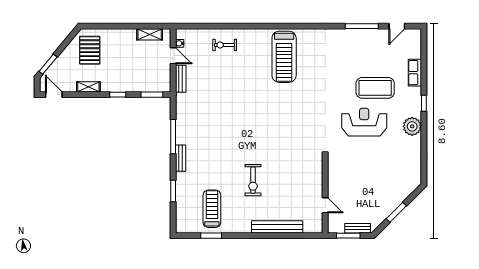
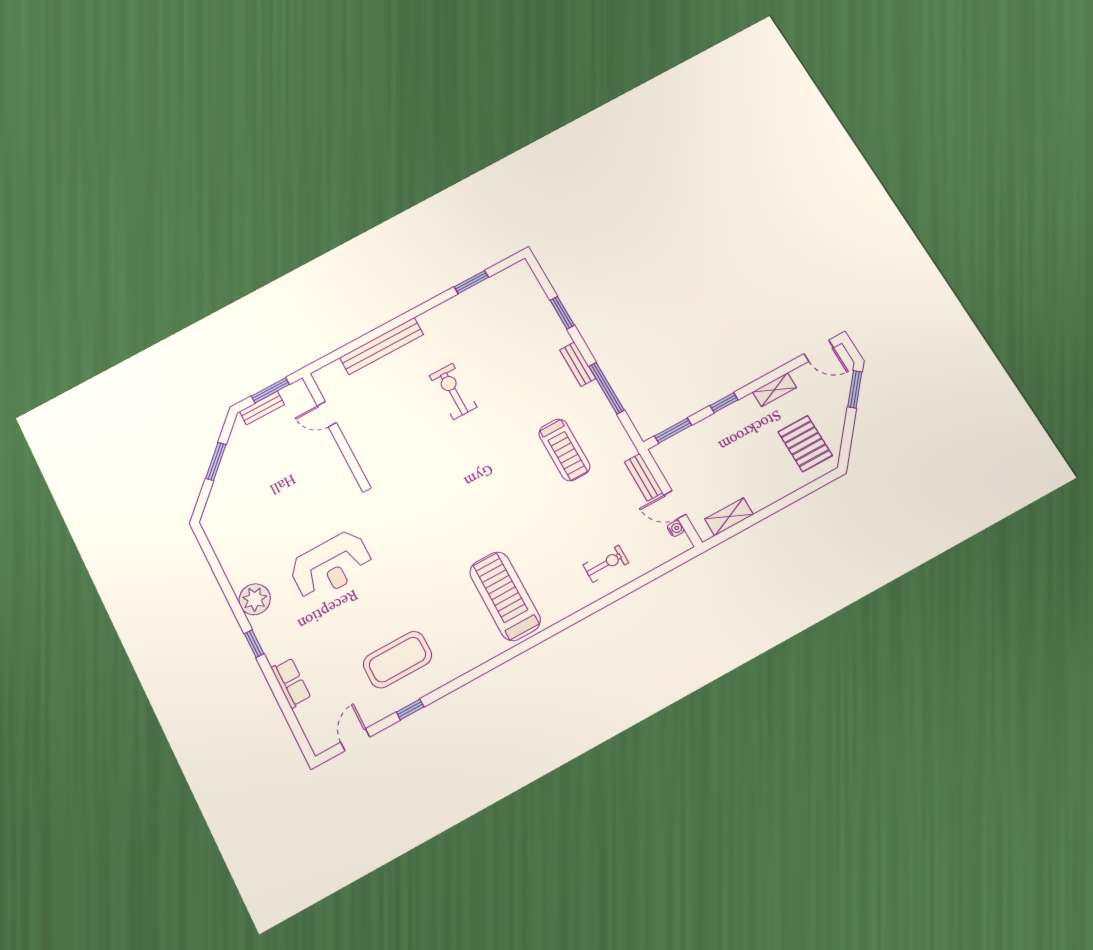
window: (362, 26) -> (410, 709), width x0.46
coffee table: (375, 88) -> (397, 660), moved
treadmill: (212, 209) -> (564, 450), moved

